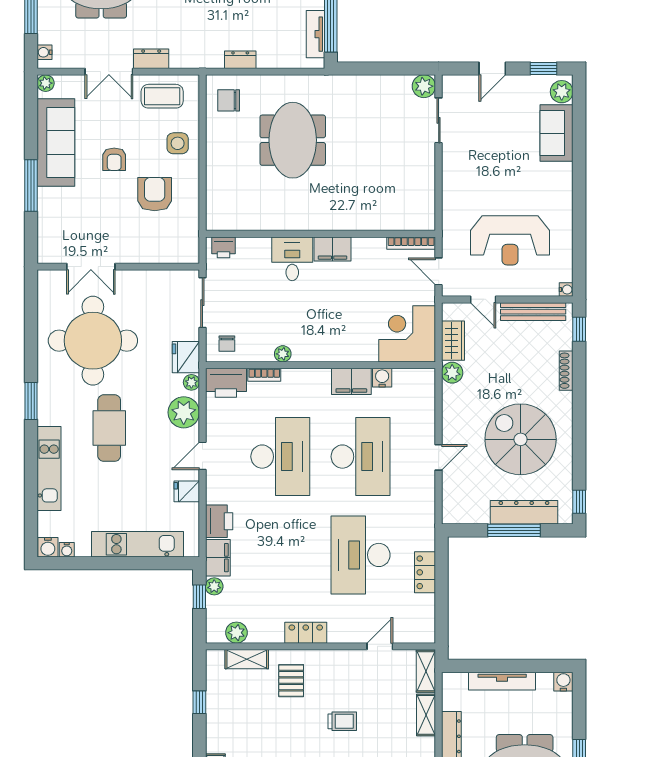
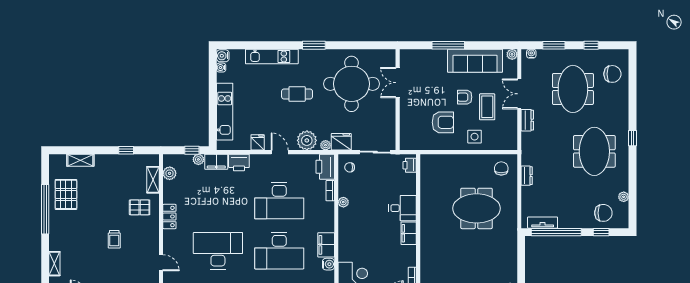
coffee table: (162, 96) -> (487, 107), moved
cafe table: (109, 428) -> (297, 94), width x0.73, depth x0.74

